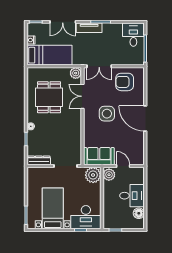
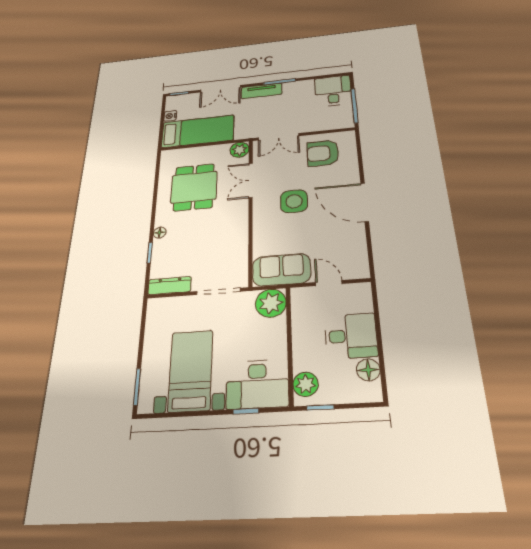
plant: (109, 175) -> (306, 384), moved

